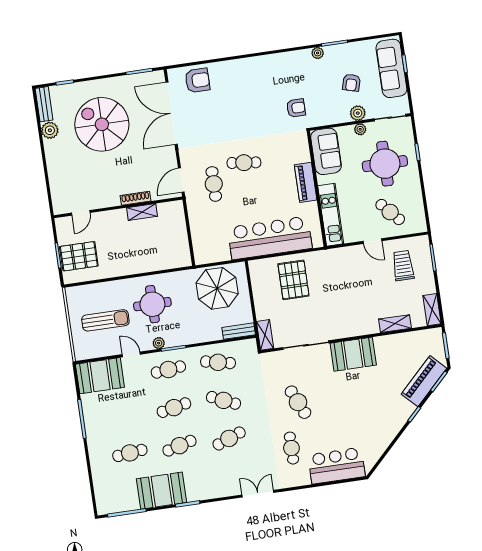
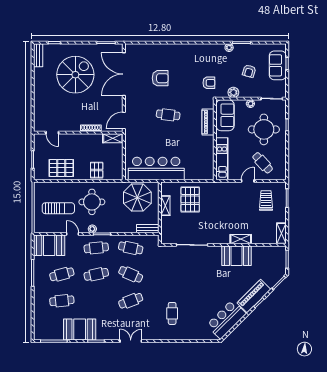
sofa: (391, 68) -> (278, 65), width x0.73
armchair: (197, 80) -> (160, 78), moved
plant: (358, 113) -> (233, 92), moved
spiral stairs: (102, 124) -> (75, 75), turned 90
plant: (50, 130) -> (39, 74), removed
piano: (306, 182) -> (208, 122), moved
cafe table: (214, 184) -> (146, 126), removed
shelving: (142, 212) -> (113, 138), moved
door: (81, 213) -> (52, 133), hinge flipped
bar counter: (270, 238) -> (156, 168), moved
door: (372, 241) -> (248, 181), swing flipped
pallet: (79, 256) -> (61, 168), moved
pallet: (153, 257) -> (97, 170), added
shelving: (395, 324) -> (241, 239), moved
shelving: (265, 335) -> (165, 206), moved
booth: (353, 354) -> (237, 256), moved
piano: (424, 381) -> (254, 296), moved
cafe table: (298, 402) -> (181, 283), removed
cafe table: (179, 446) -> (62, 274), moved
bar counter: (337, 466) -> (226, 319), moved, turned -45
double door: (258, 494) -> (131, 341), moved

